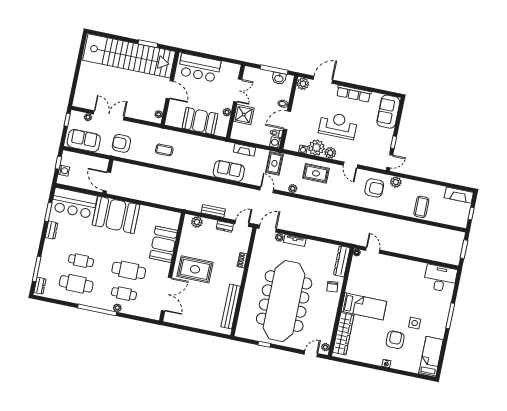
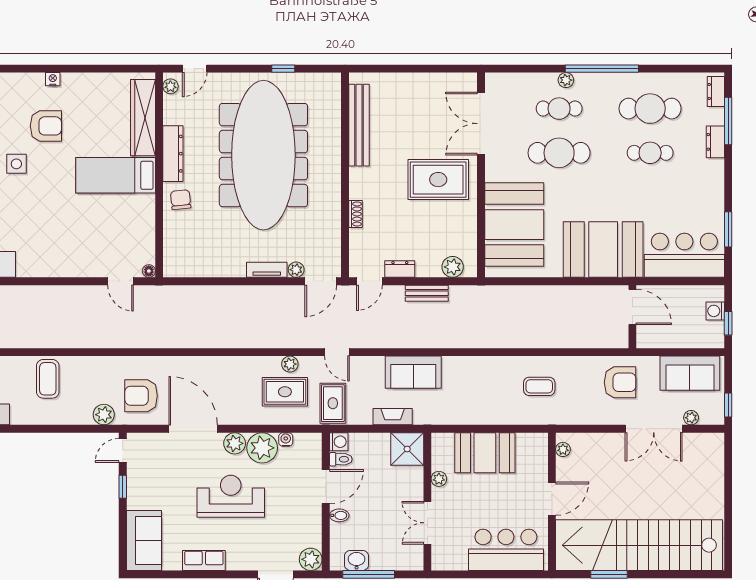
door: (170, 90) -> (552, 499), swing flipped
row of seats: (354, 94) -> (204, 560), width x0.68
shower: (244, 115) -> (407, 449), moved
reception desk: (338, 125) -> (231, 496), turned 180
door: (350, 165) -> (193, 429), width x1.88
rug: (316, 173) -> (285, 392), moved
dresser: (51, 230) -> (715, 142), moved
booth: (163, 244) -> (514, 225), width x1.36, depth x1.42
dresser: (342, 261) -> (173, 154), moved
armchair: (395, 340) -> (46, 126), turned -90

